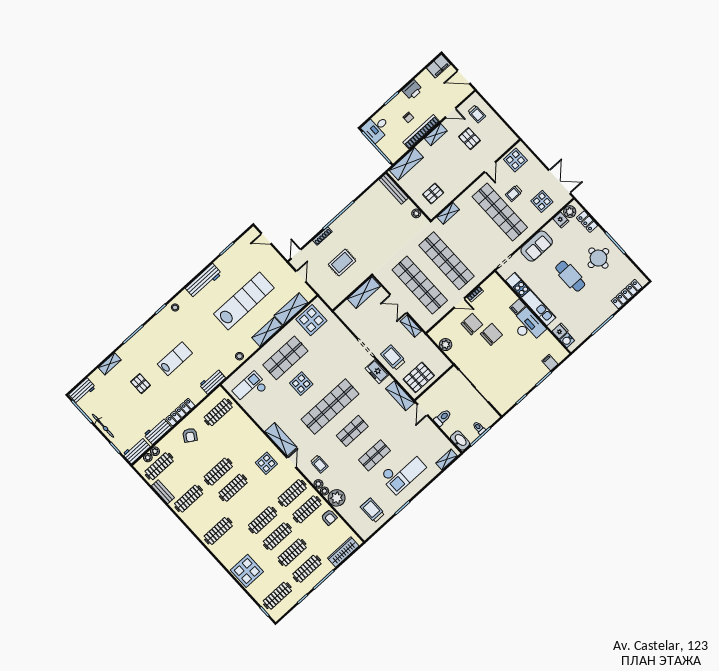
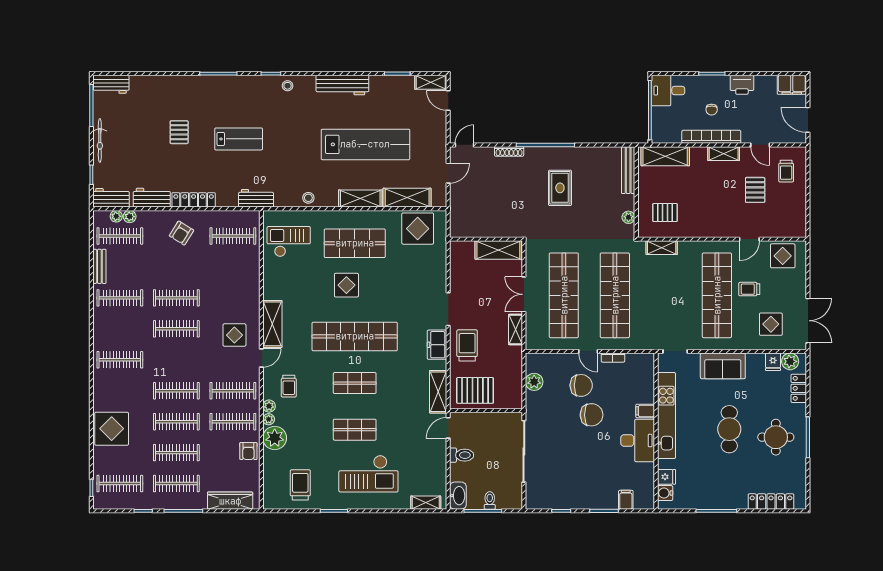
rug: (342, 263) -> (560, 188), moved, turned 90
shelving: (110, 364) -> (431, 82), moved

